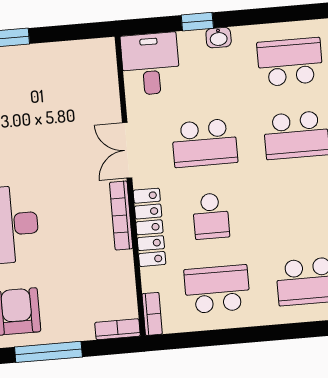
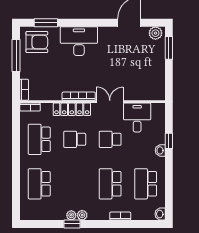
school desk: (290, 62) -> (146, 184), turned 180
desk: (150, 64) -> (137, 118), moved, turned -90
school desk: (205, 143) -> (110, 139), width x0.54
school desk: (217, 289) -> (39, 139), turned 180

